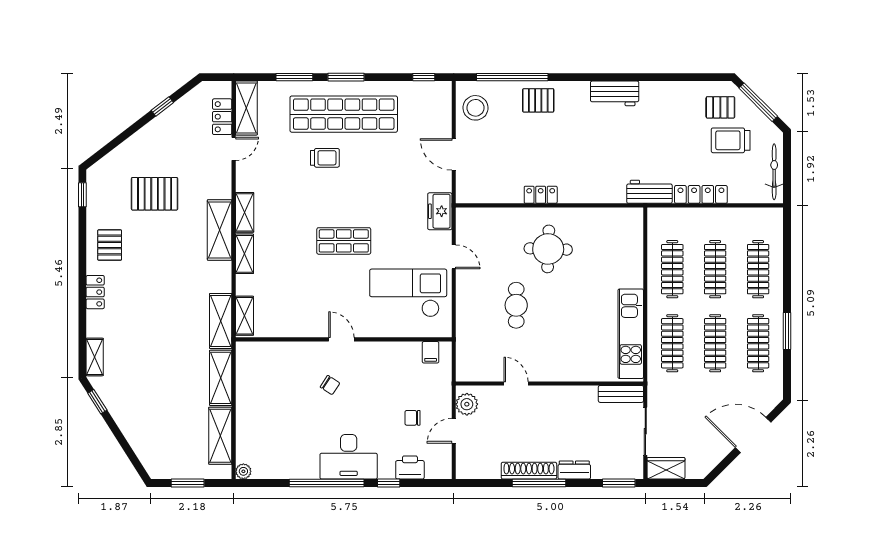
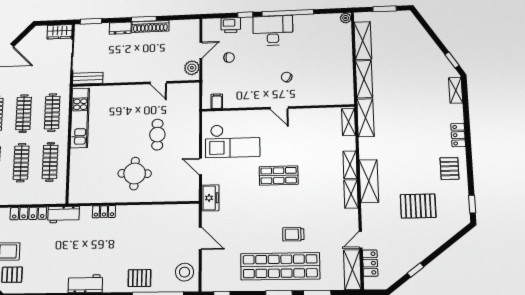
locker: (541, 195) -> (104, 212), moved
window: (539, 483) -> (144, 19), width x0.69

